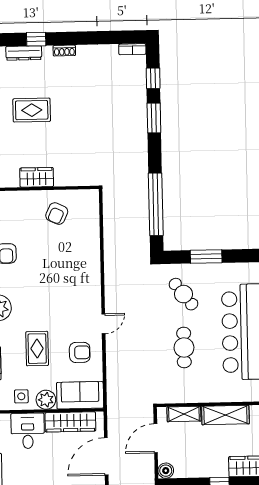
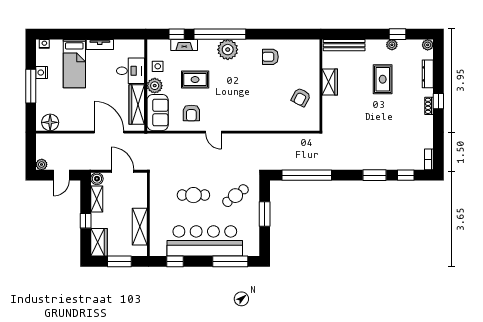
window: (36, 39) -> (438, 101), moved
armchair: (57, 214) -> (301, 97), turned -87
shelving: (184, 414) -> (97, 199), moved

